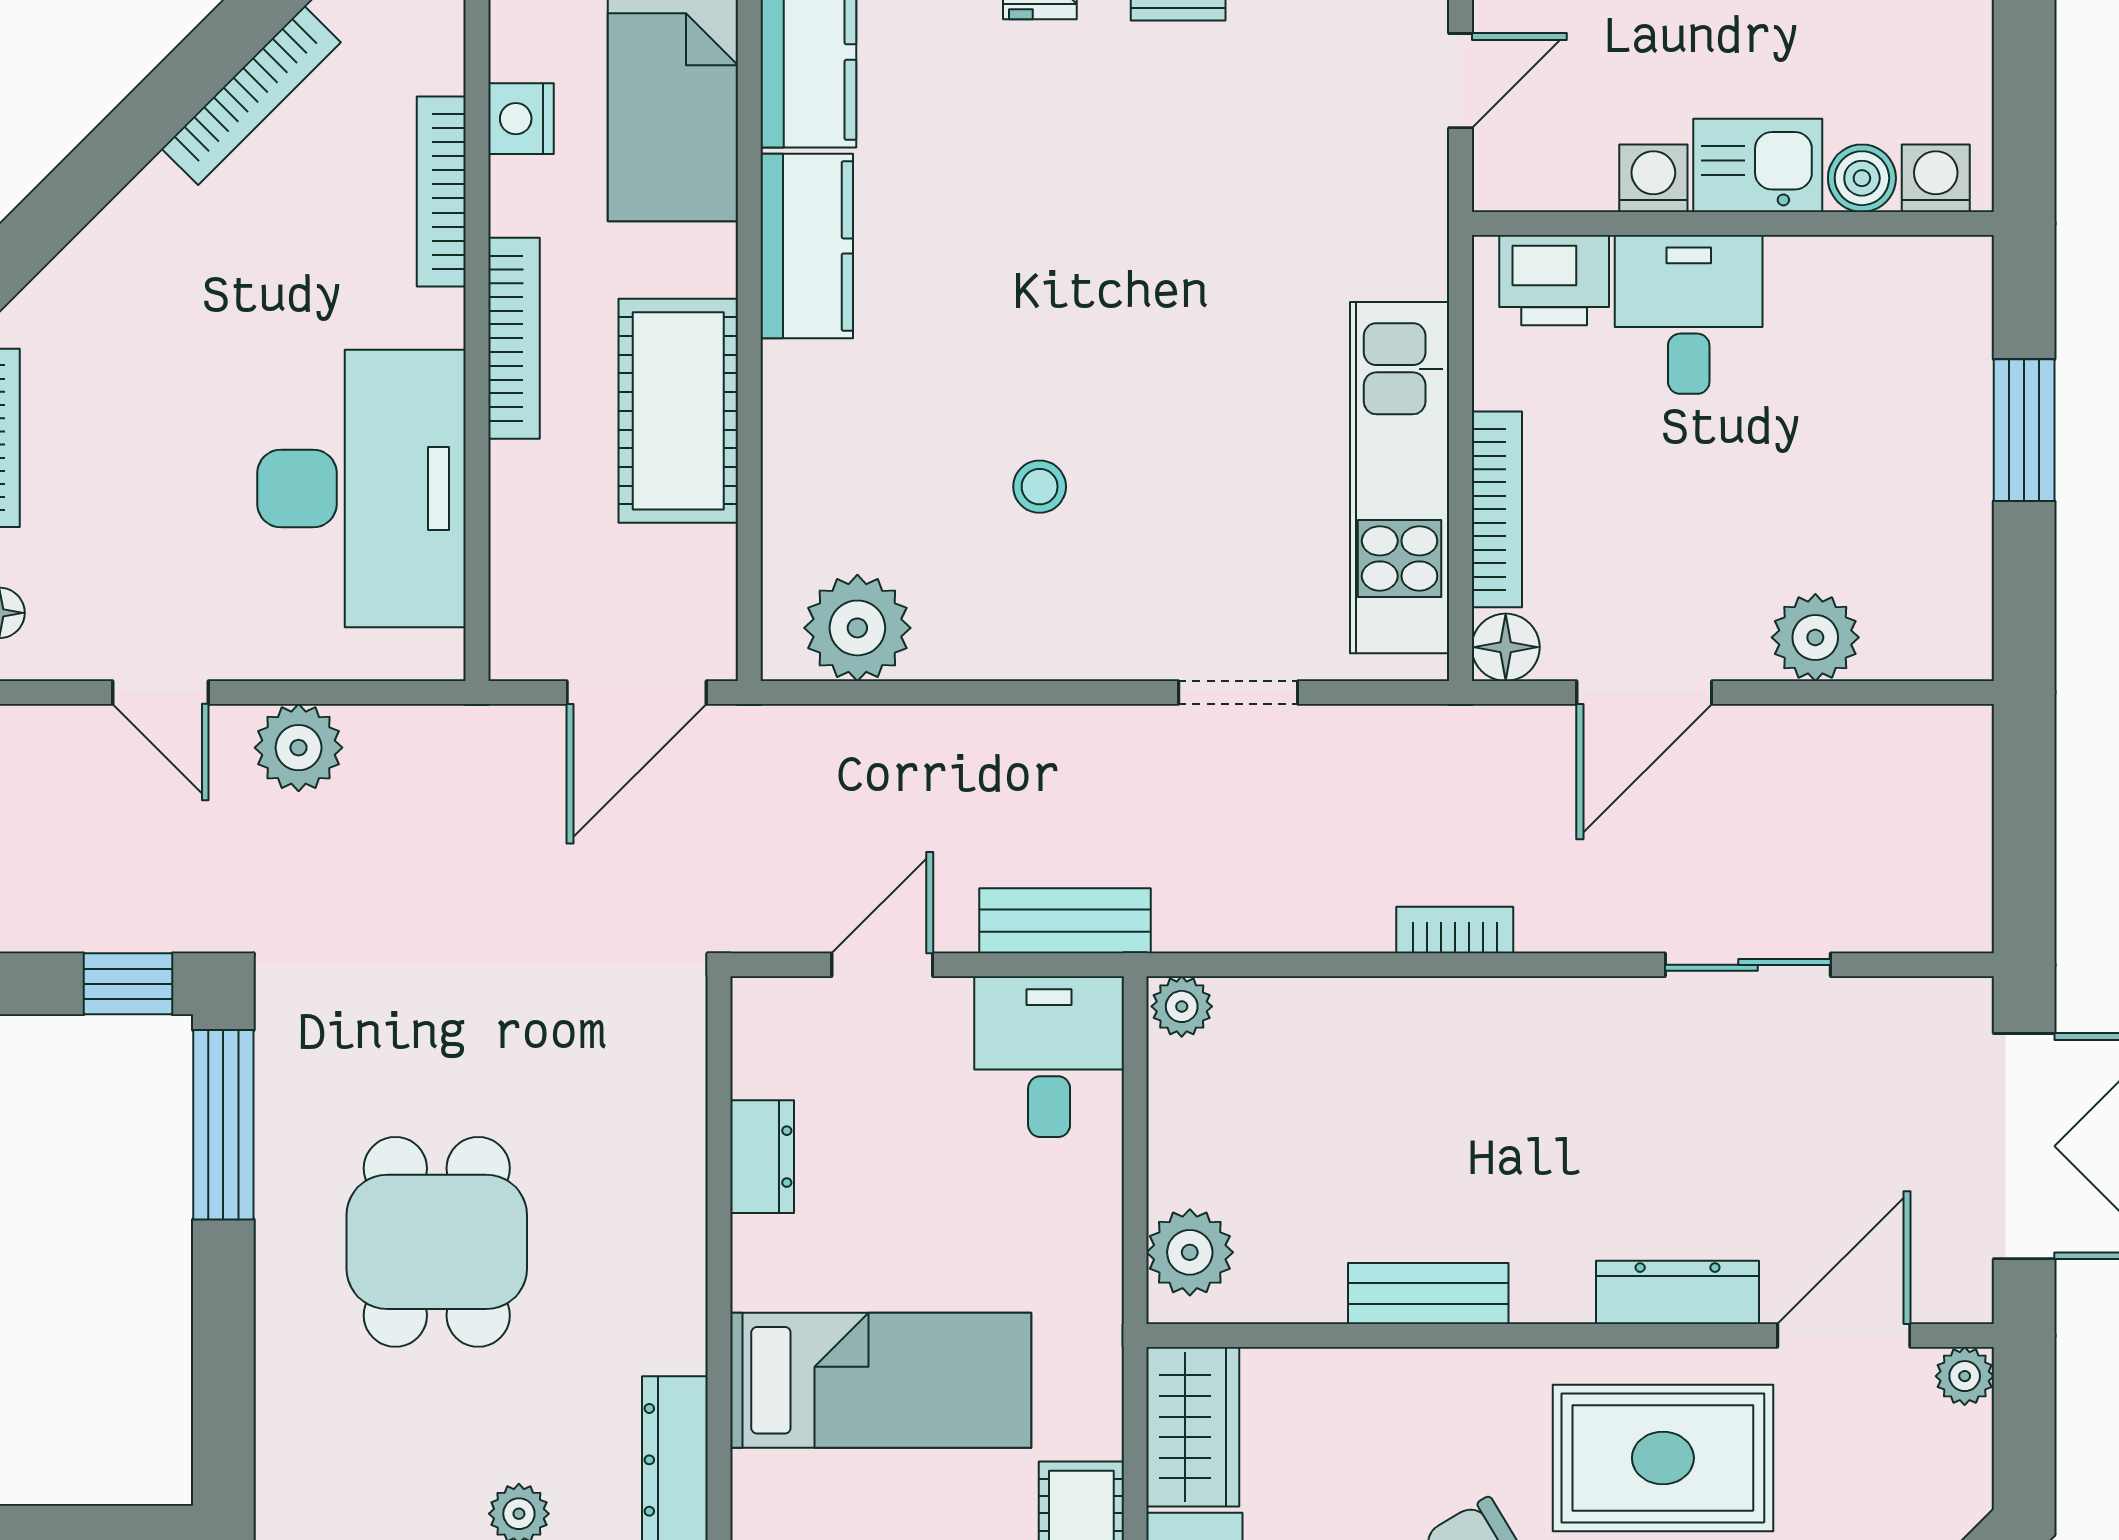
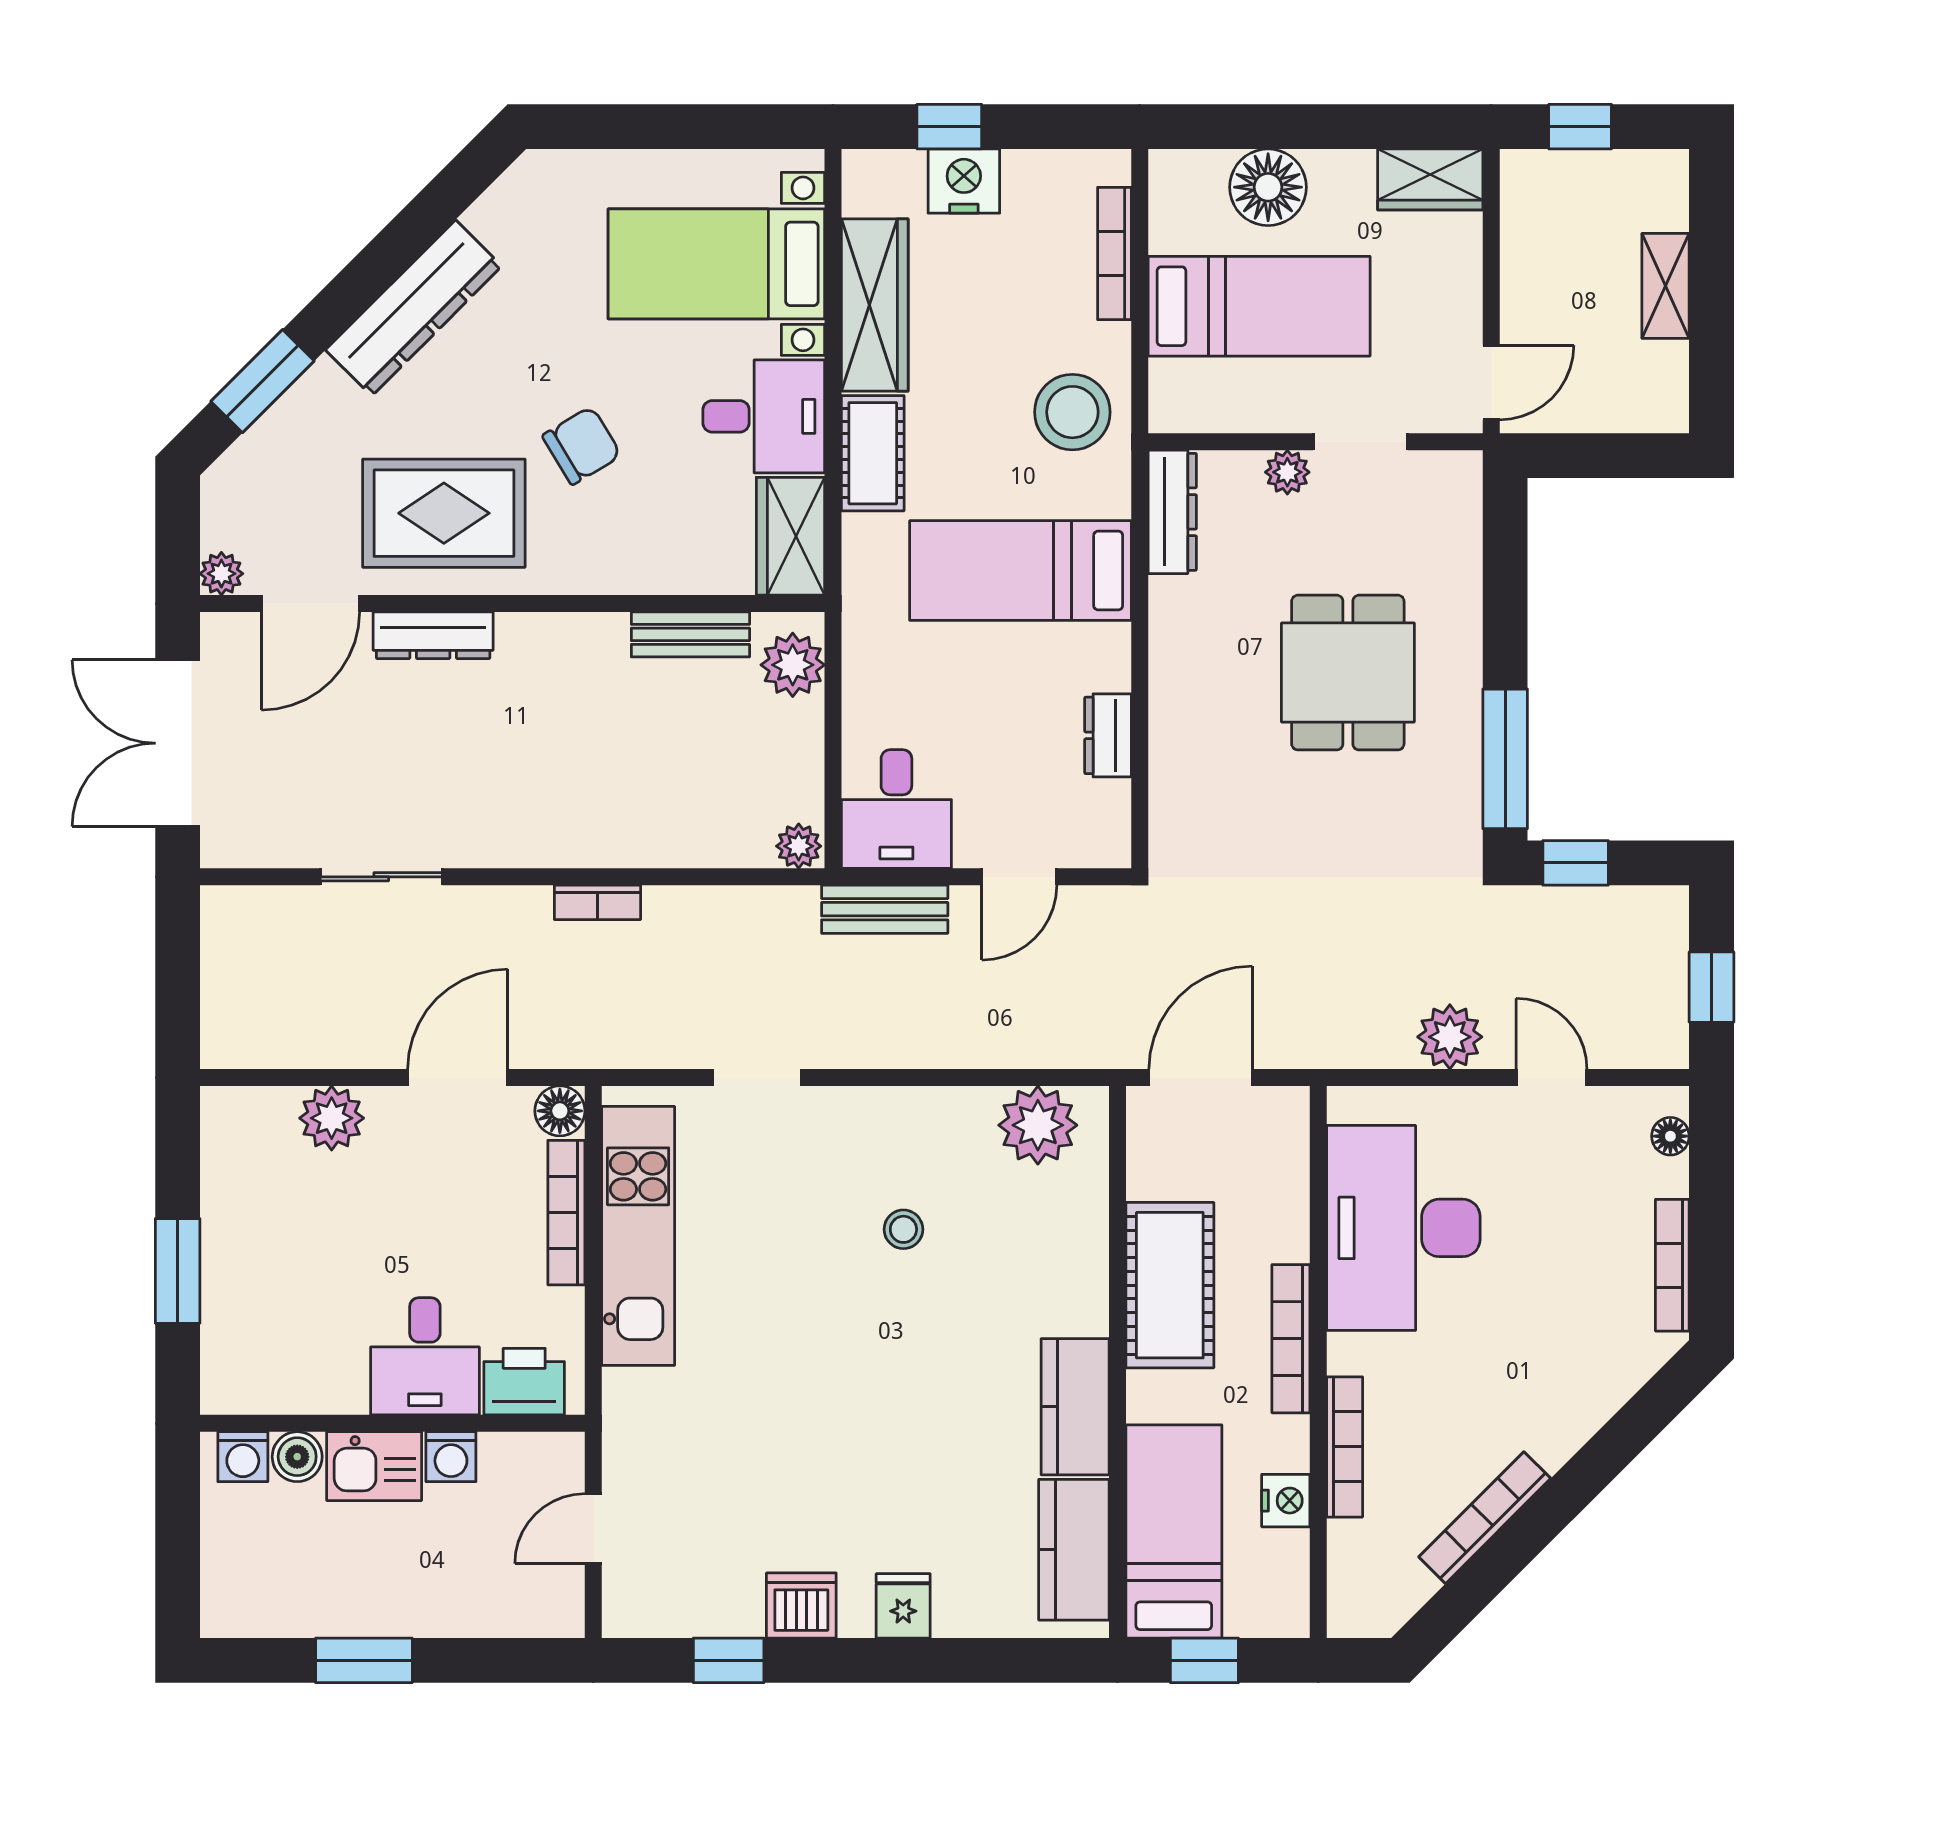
bench: (1428, 1294) -> (690, 634), moved

